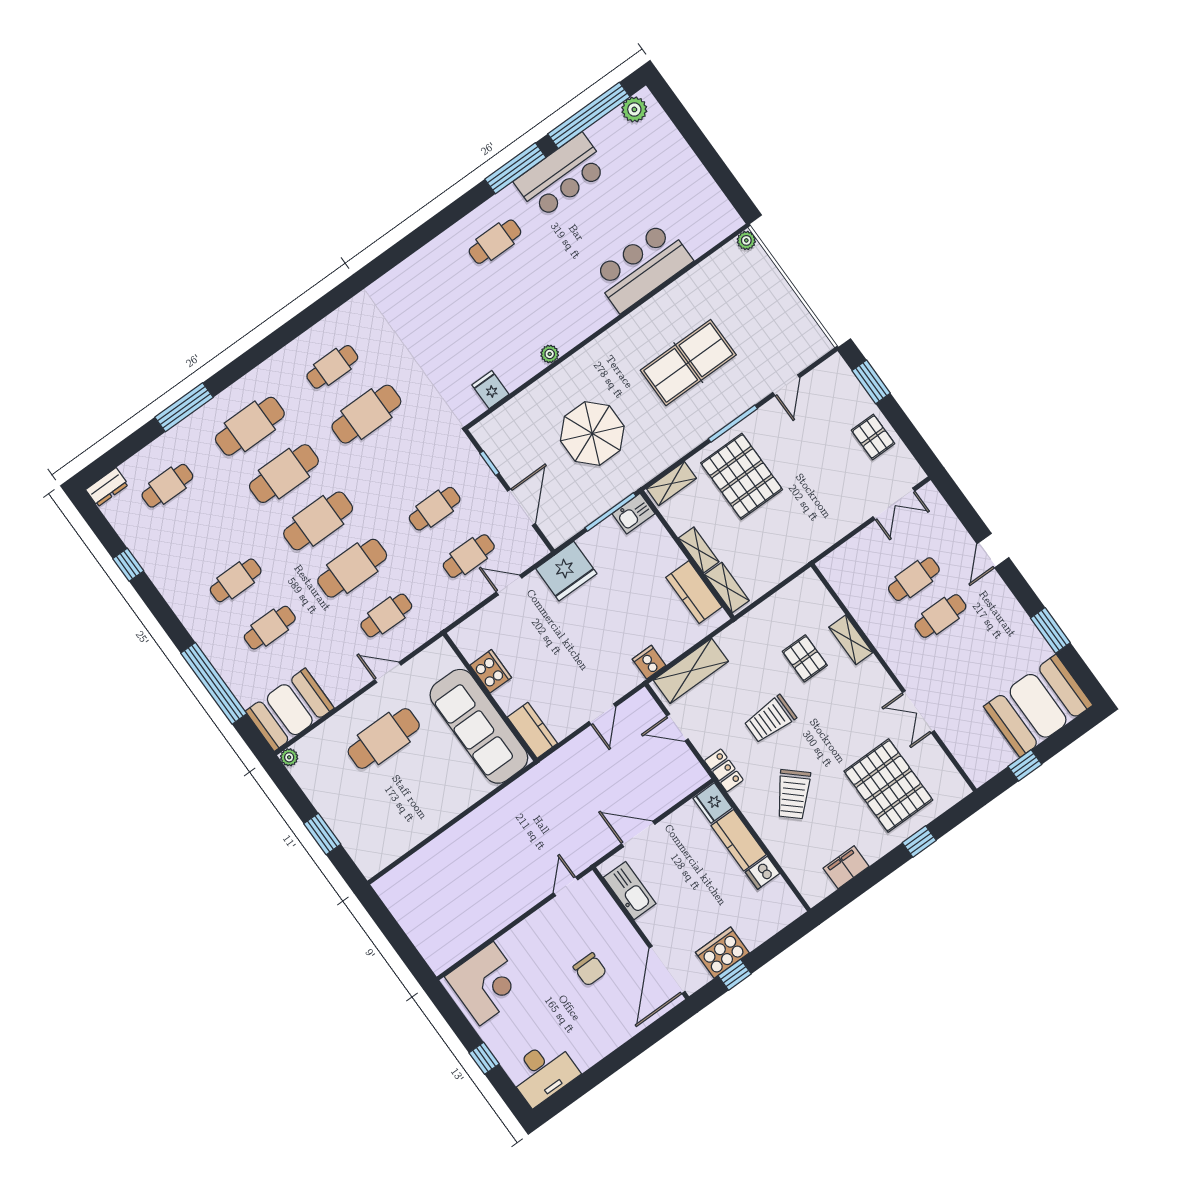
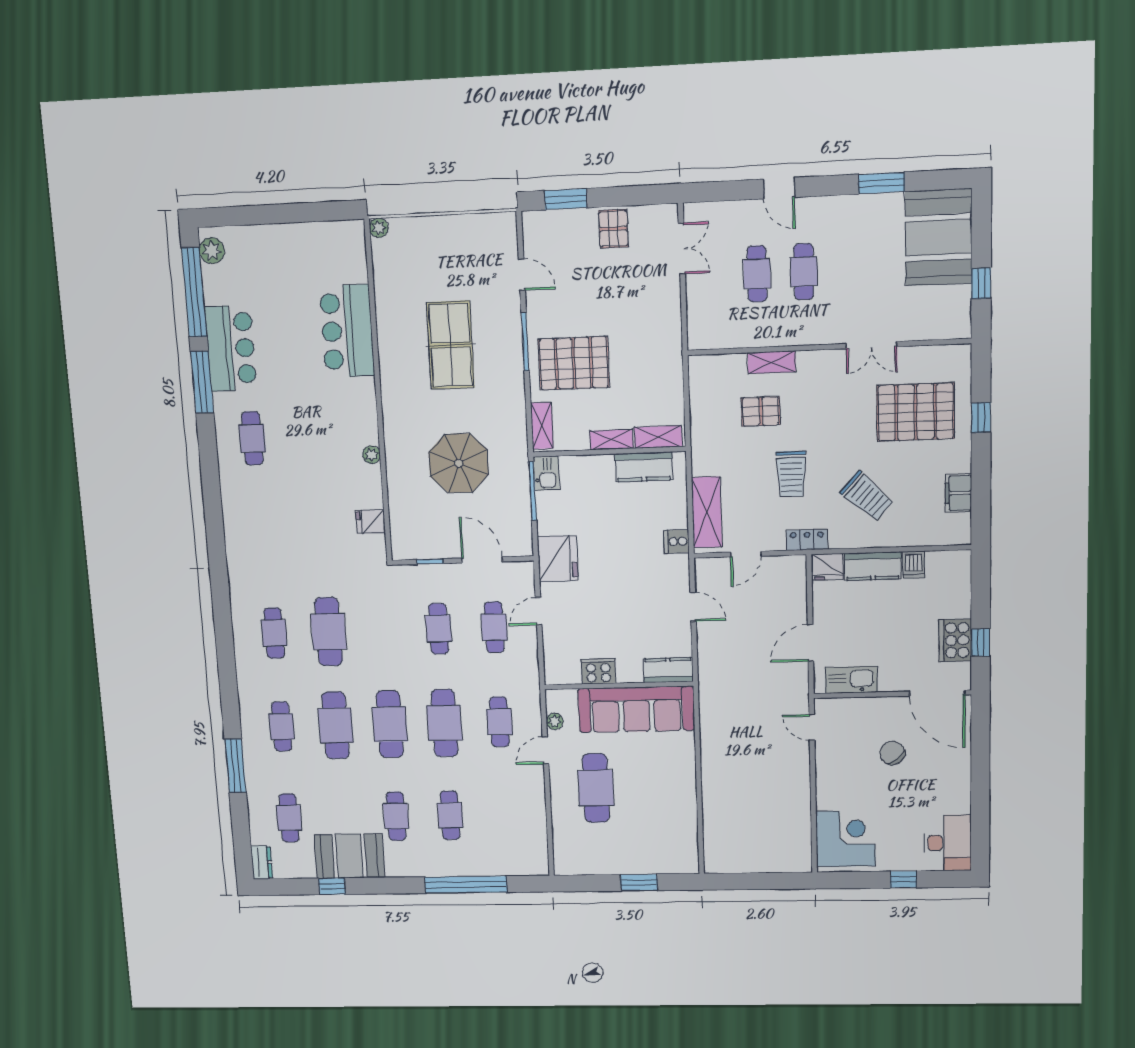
cafe table: (250, 426) -> (282, 727), width x0.73, depth x0.74
pallet: (873, 437) -> (613, 229), turned 90
booth: (290, 710) -> (349, 856), moved, turned 90
plant: (289, 757) -> (555, 721), moved
chair: (590, 969) -> (892, 753), turned -127

